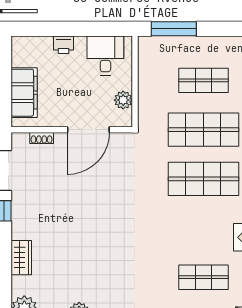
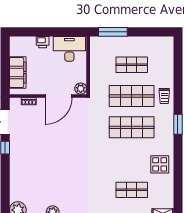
desk: (105, 55) -> (69, 49), width x1.37
plant: (123, 100) -> (81, 89), moved
wardrobe: (21, 258) -> (16, 177), removed

